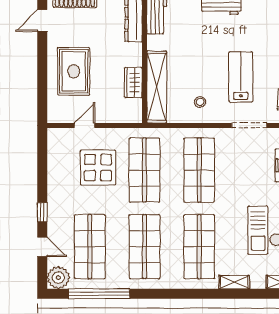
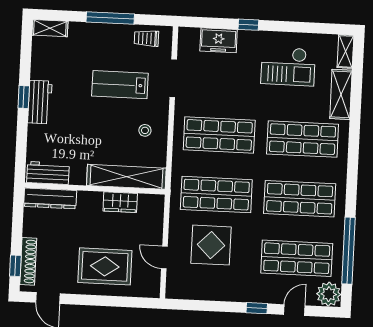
shelving: (234, 282) -> (341, 94), width x1.50, depth x1.33

